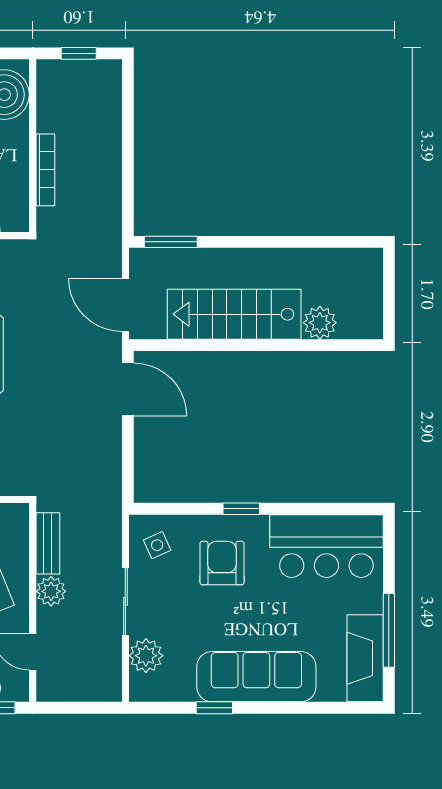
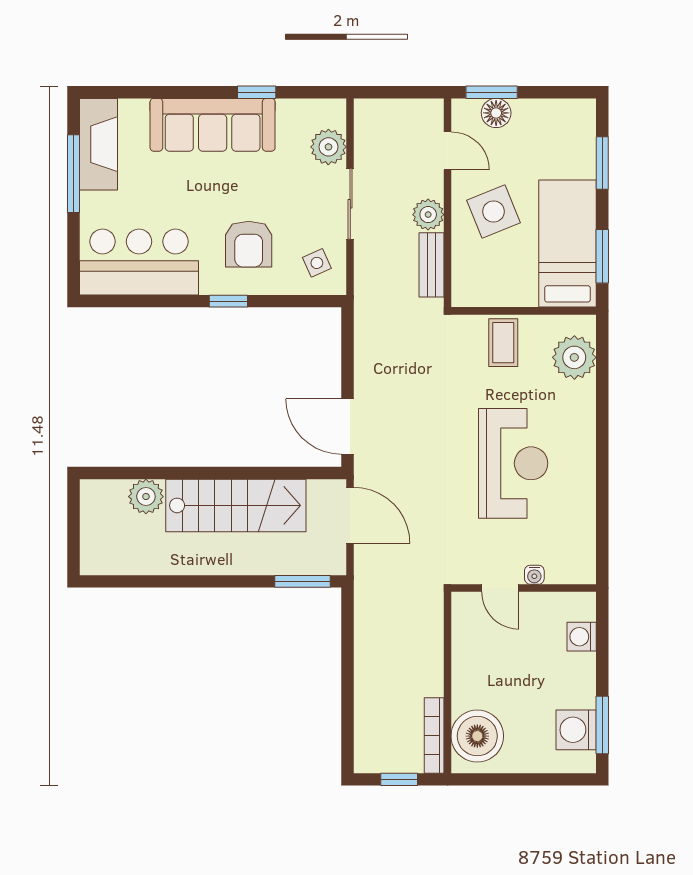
bookcase: (45, 170) -> (434, 735), moved

